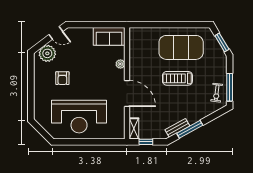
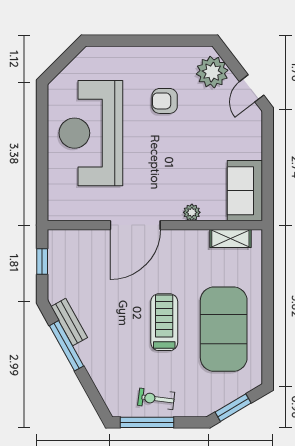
exercise bike: (217, 93) -> (156, 399), moved
shelving: (134, 129) -> (230, 239), moved

